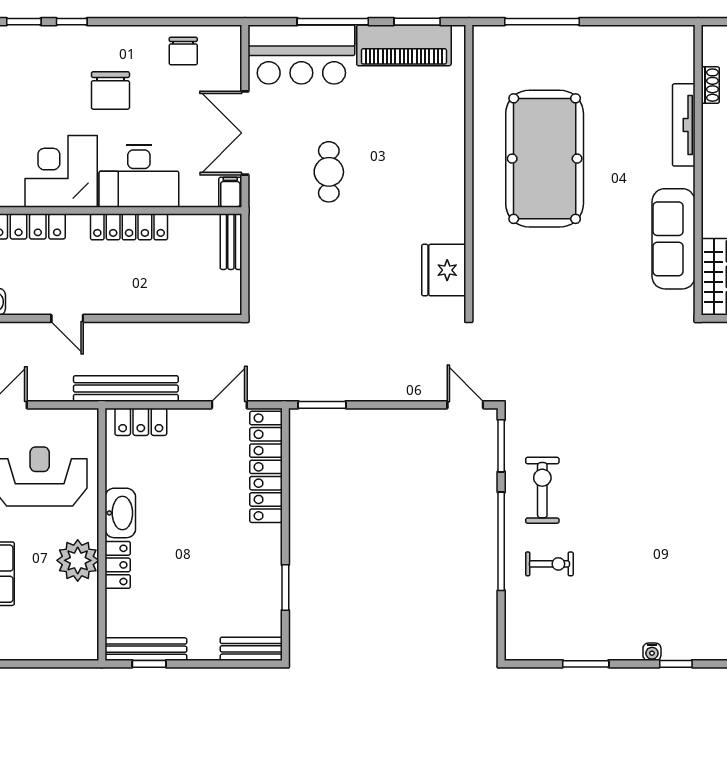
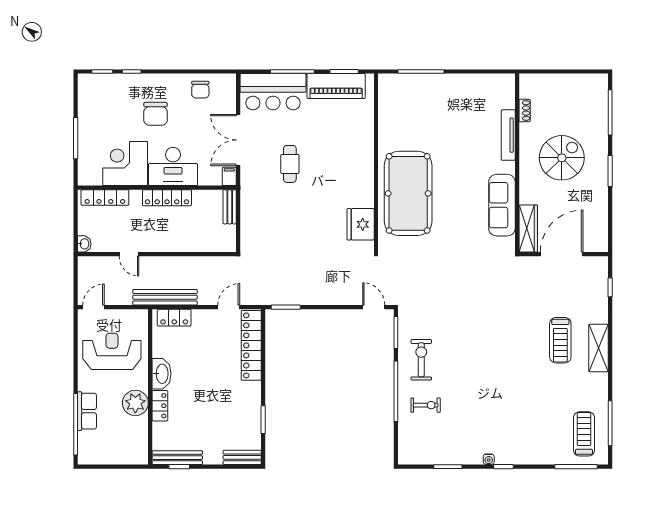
pool table: (545, 159) -> (408, 193), moved

